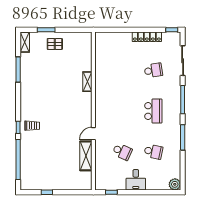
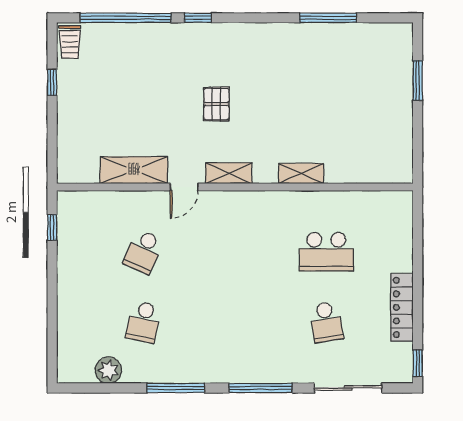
shelving: (25, 42) -> (229, 173), moved
pallet: (55, 44) -> (216, 104), moved
school desk: (153, 111) -> (326, 252), moved
trolley: (32, 126) -> (70, 42), moved
door: (93, 134) -> (184, 187), swing flipped
desk: (136, 180) -> (80, 282), removed
plant: (175, 184) -> (108, 370), moved

